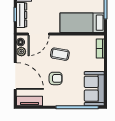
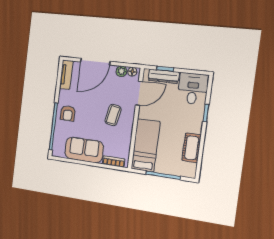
door: (38, 34) -> (139, 93), swing flipped
armchair: (56, 78) -> (68, 113), moved
sofa: (94, 89) -> (84, 150), moved

